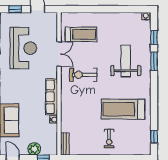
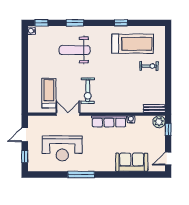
window: (154, 38) -> (41, 23), moved
reception desk: (23, 48) -> (62, 148), turned 180
treadmill: (123, 109) -> (133, 44), moved, turned -90
window: (154, 137) -> (121, 23), moved
plant: (34, 149) -> (159, 122), moved

